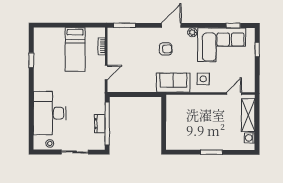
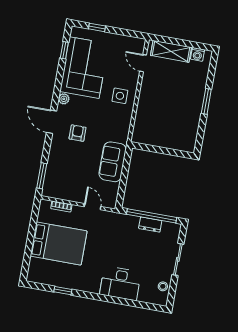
bed: (75, 50) -> (59, 244), width x1.50
sofa: (173, 83) -> (113, 162), moved
desk: (50, 113) -> (120, 283), width x0.73, depth x0.77

